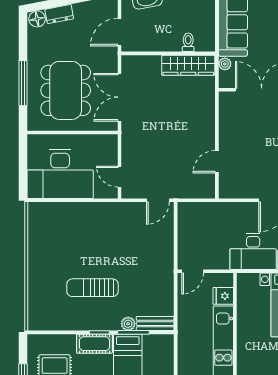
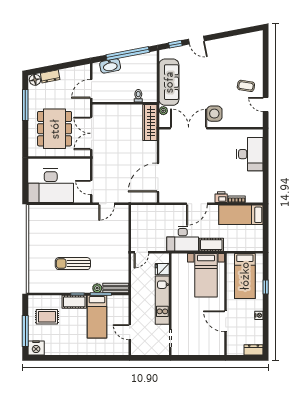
wardrobe: (188, 65) -> (150, 123), moved, turned 90
window: (23, 83) -> (25, 105), moved
door: (217, 162) -> (158, 177), width x1.88
door: (158, 200) -> (107, 204), moved

